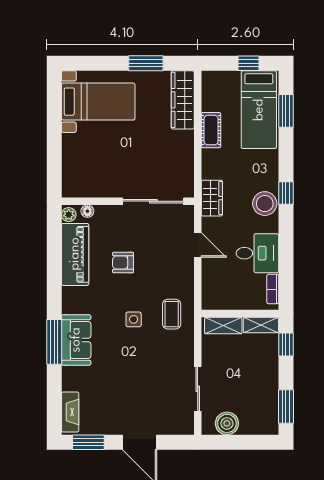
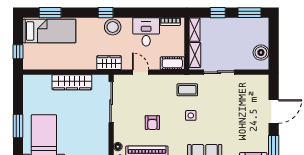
window: (146, 63) -> (18, 126), moved
window: (249, 63) -> (18, 52), moved
wardrobe: (183, 100) -> (72, 82), moved
cot: (211, 130) -> (172, 63), moved
door: (198, 245) -> (141, 72), hinge flipped
window: (286, 344) -> (218, 13), moved
sliding door: (198, 389) -> (219, 72), moved

